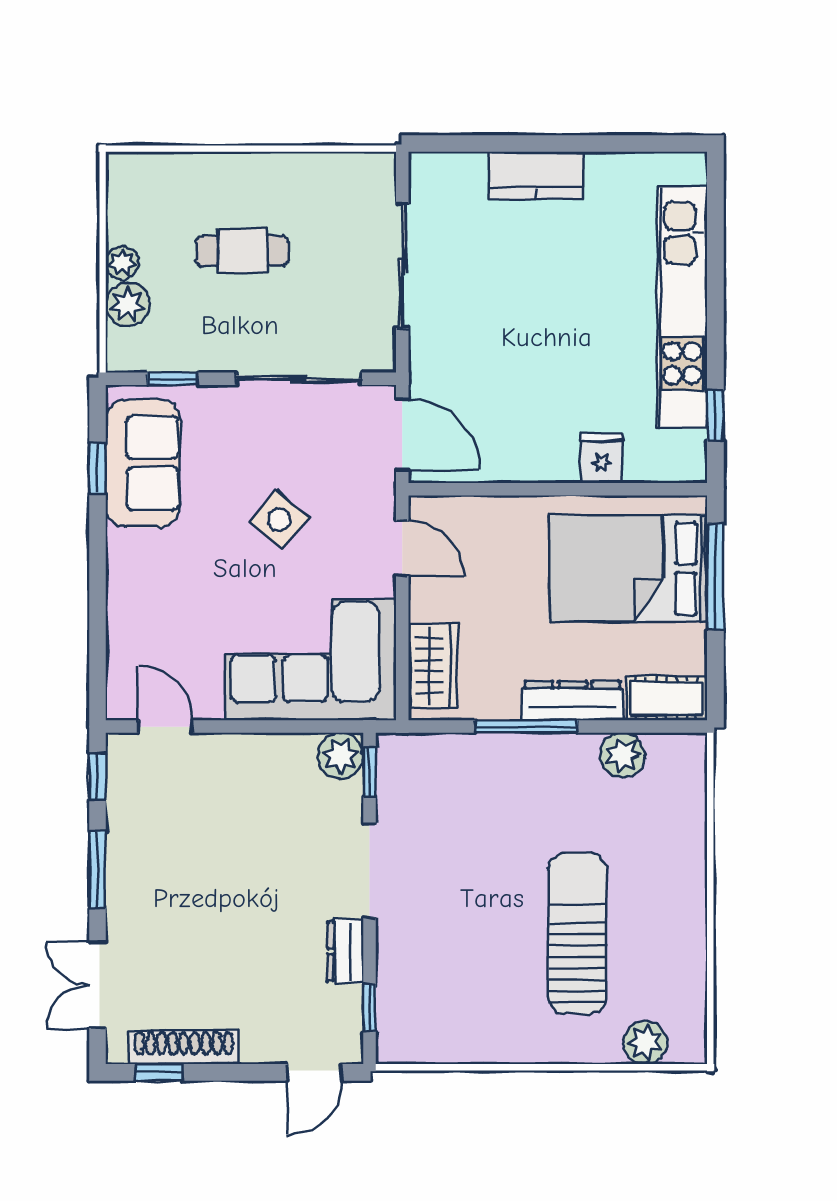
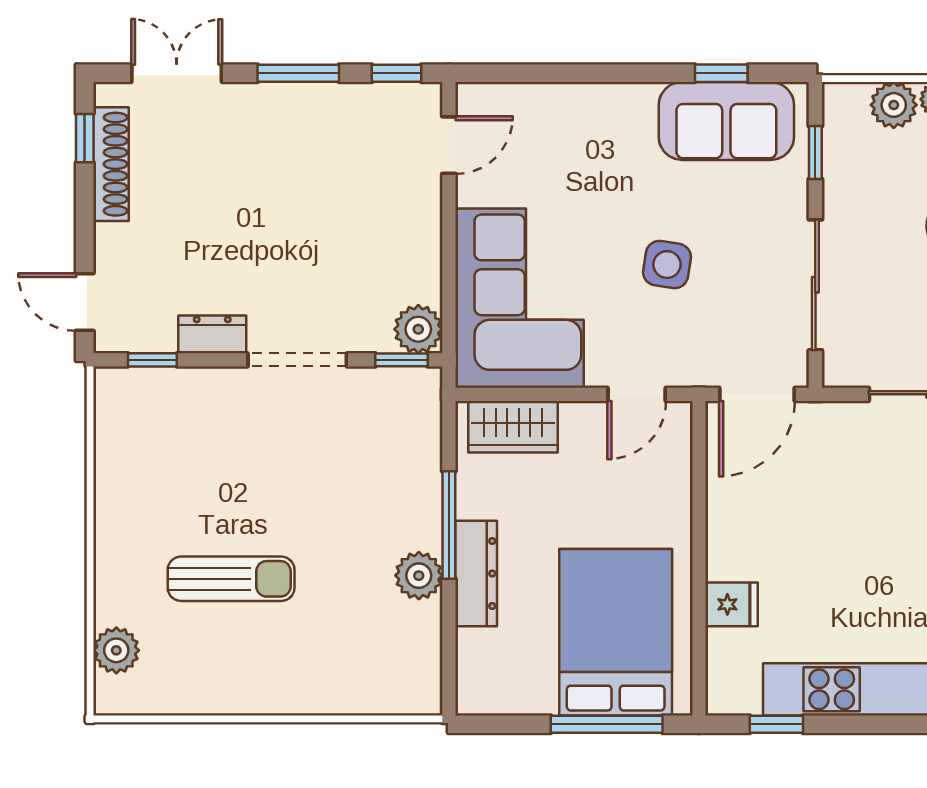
side table: (279, 520) -> (667, 265), turned -31
cot: (667, 698) -> (479, 673), removed
plant: (622, 755) -> (419, 576), moved
sun lounger: (577, 933) -> (231, 579), width x0.73, depth x0.75

